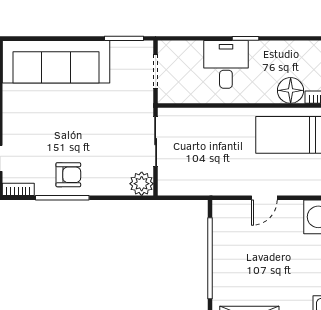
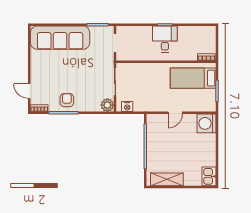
desk: (226, 64) -> (165, 39), moved
floor lamp: (291, 90) -> (190, 54), removed
armchair: (68, 175) -> (67, 100), turned -90
nightstand: (177, 186) -> (127, 107), added

